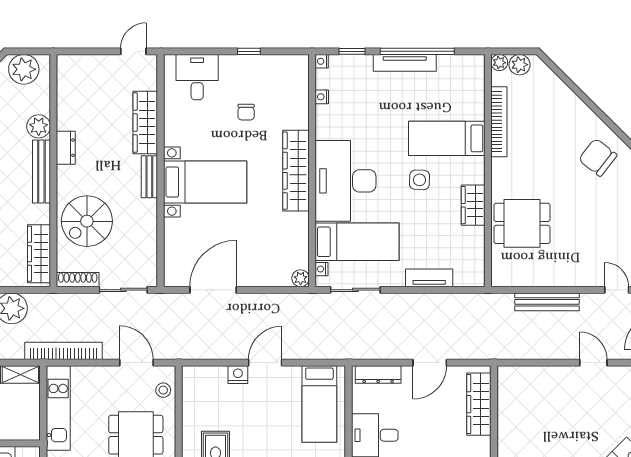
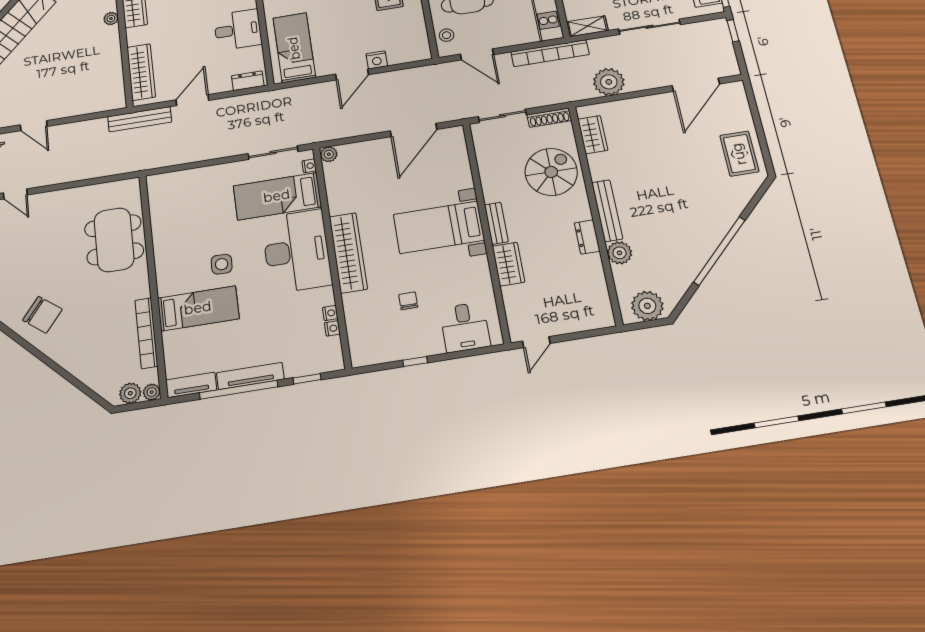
nightstand: (322, 61) -> (330, 313), moved
wardrobe: (145, 122) -> (508, 264), width x0.67
wardrobe: (473, 205) -> (165, 249), removed
dining table: (522, 223) -> (114, 240), width x1.38
wardrobe: (39, 254) -> (593, 135), width x0.67
tv unit: (429, 278) -> (191, 385), moved, turned 180
bench: (547, 302) -> (140, 119), moved
dresser: (378, 375) -> (248, 81), width x0.70

